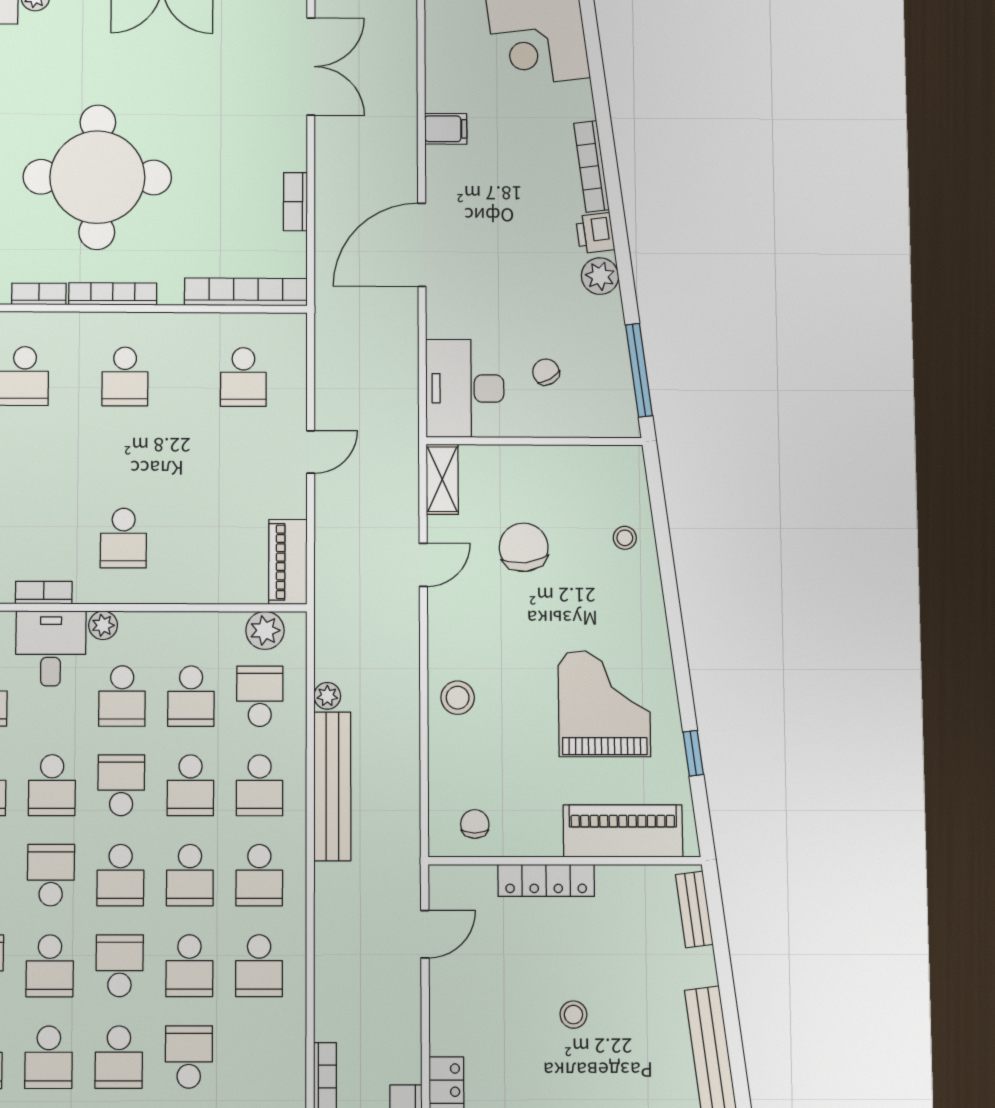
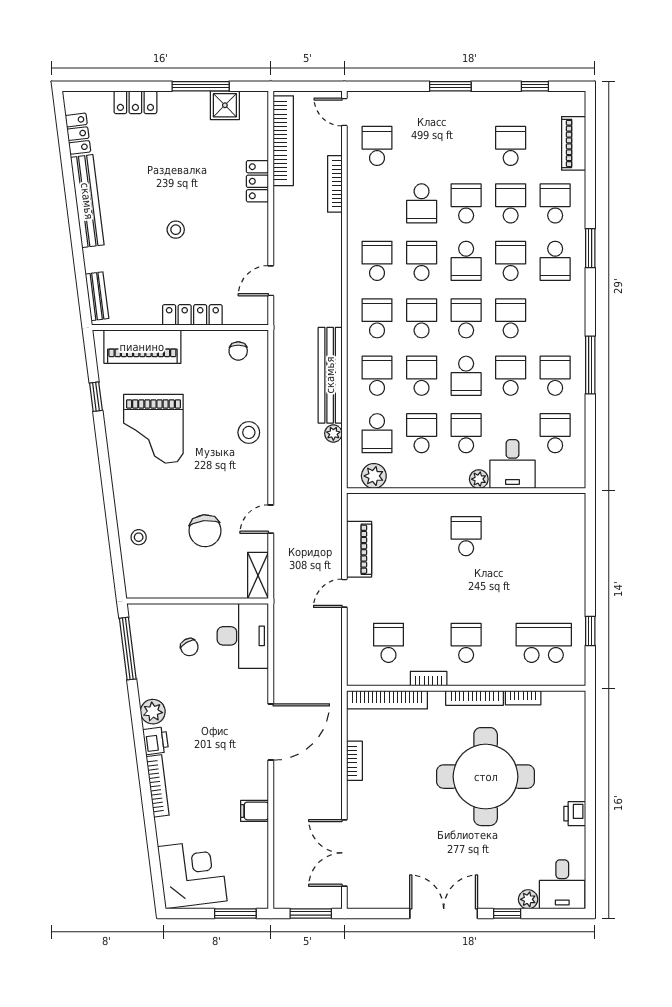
piano: (288, 562) -> (359, 549), moved
bookcase: (44, 593) -> (429, 679), moved, turned 180
school desk: (51, 875) -> (511, 318), turned 180

